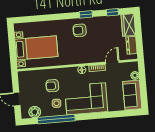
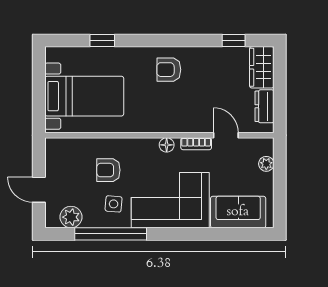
window: (86, 14) -> (102, 41), moved
door: (112, 62) -> (226, 135), hinge flipped
sofa: (132, 95) -> (238, 212), moved, turned 90

